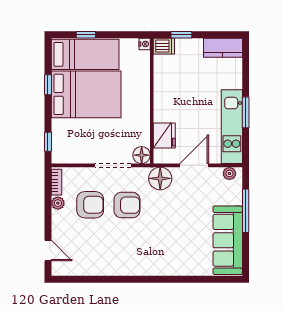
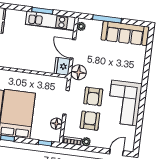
fridge: (164, 135) -> (62, 66), moved, turned -90
floor lamp: (142, 155) -> (56, 124), moved
armchair: (127, 205) -> (93, 96), turned 180
corner sofa: (123, 253) -> (124, 103), added

